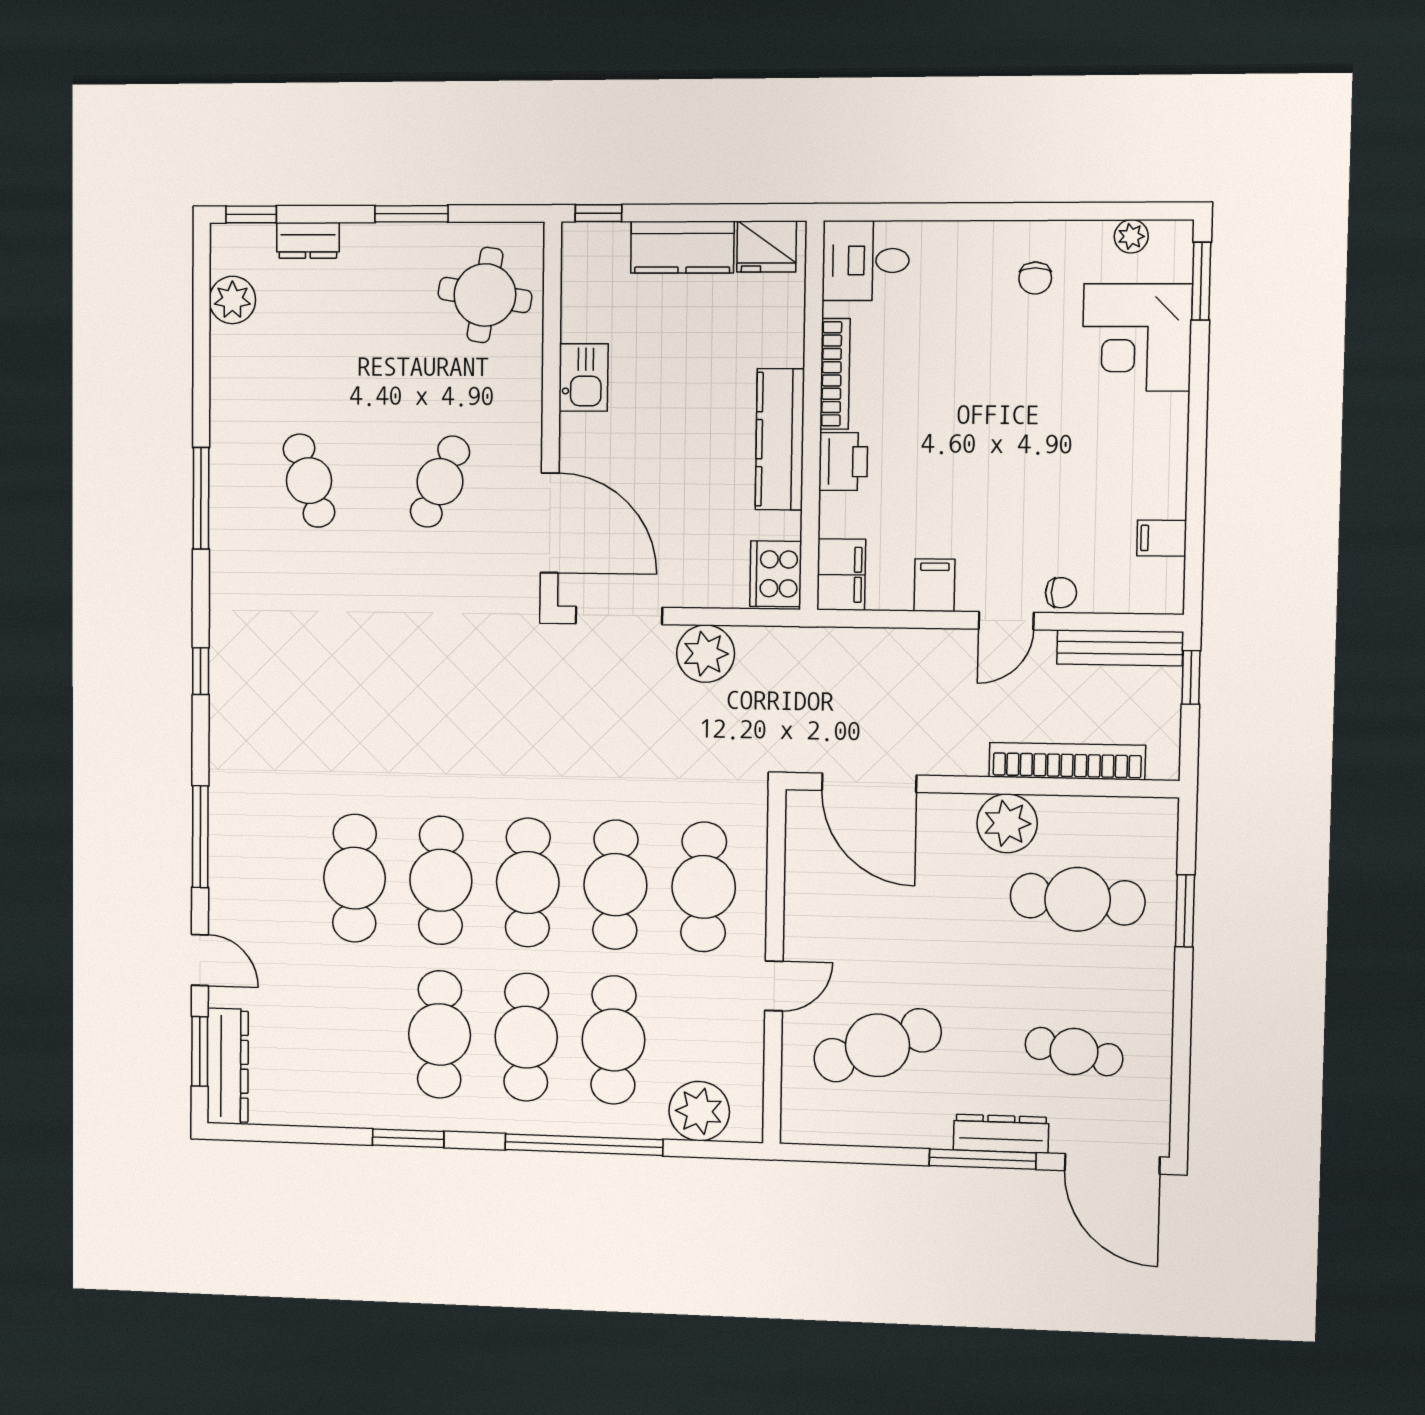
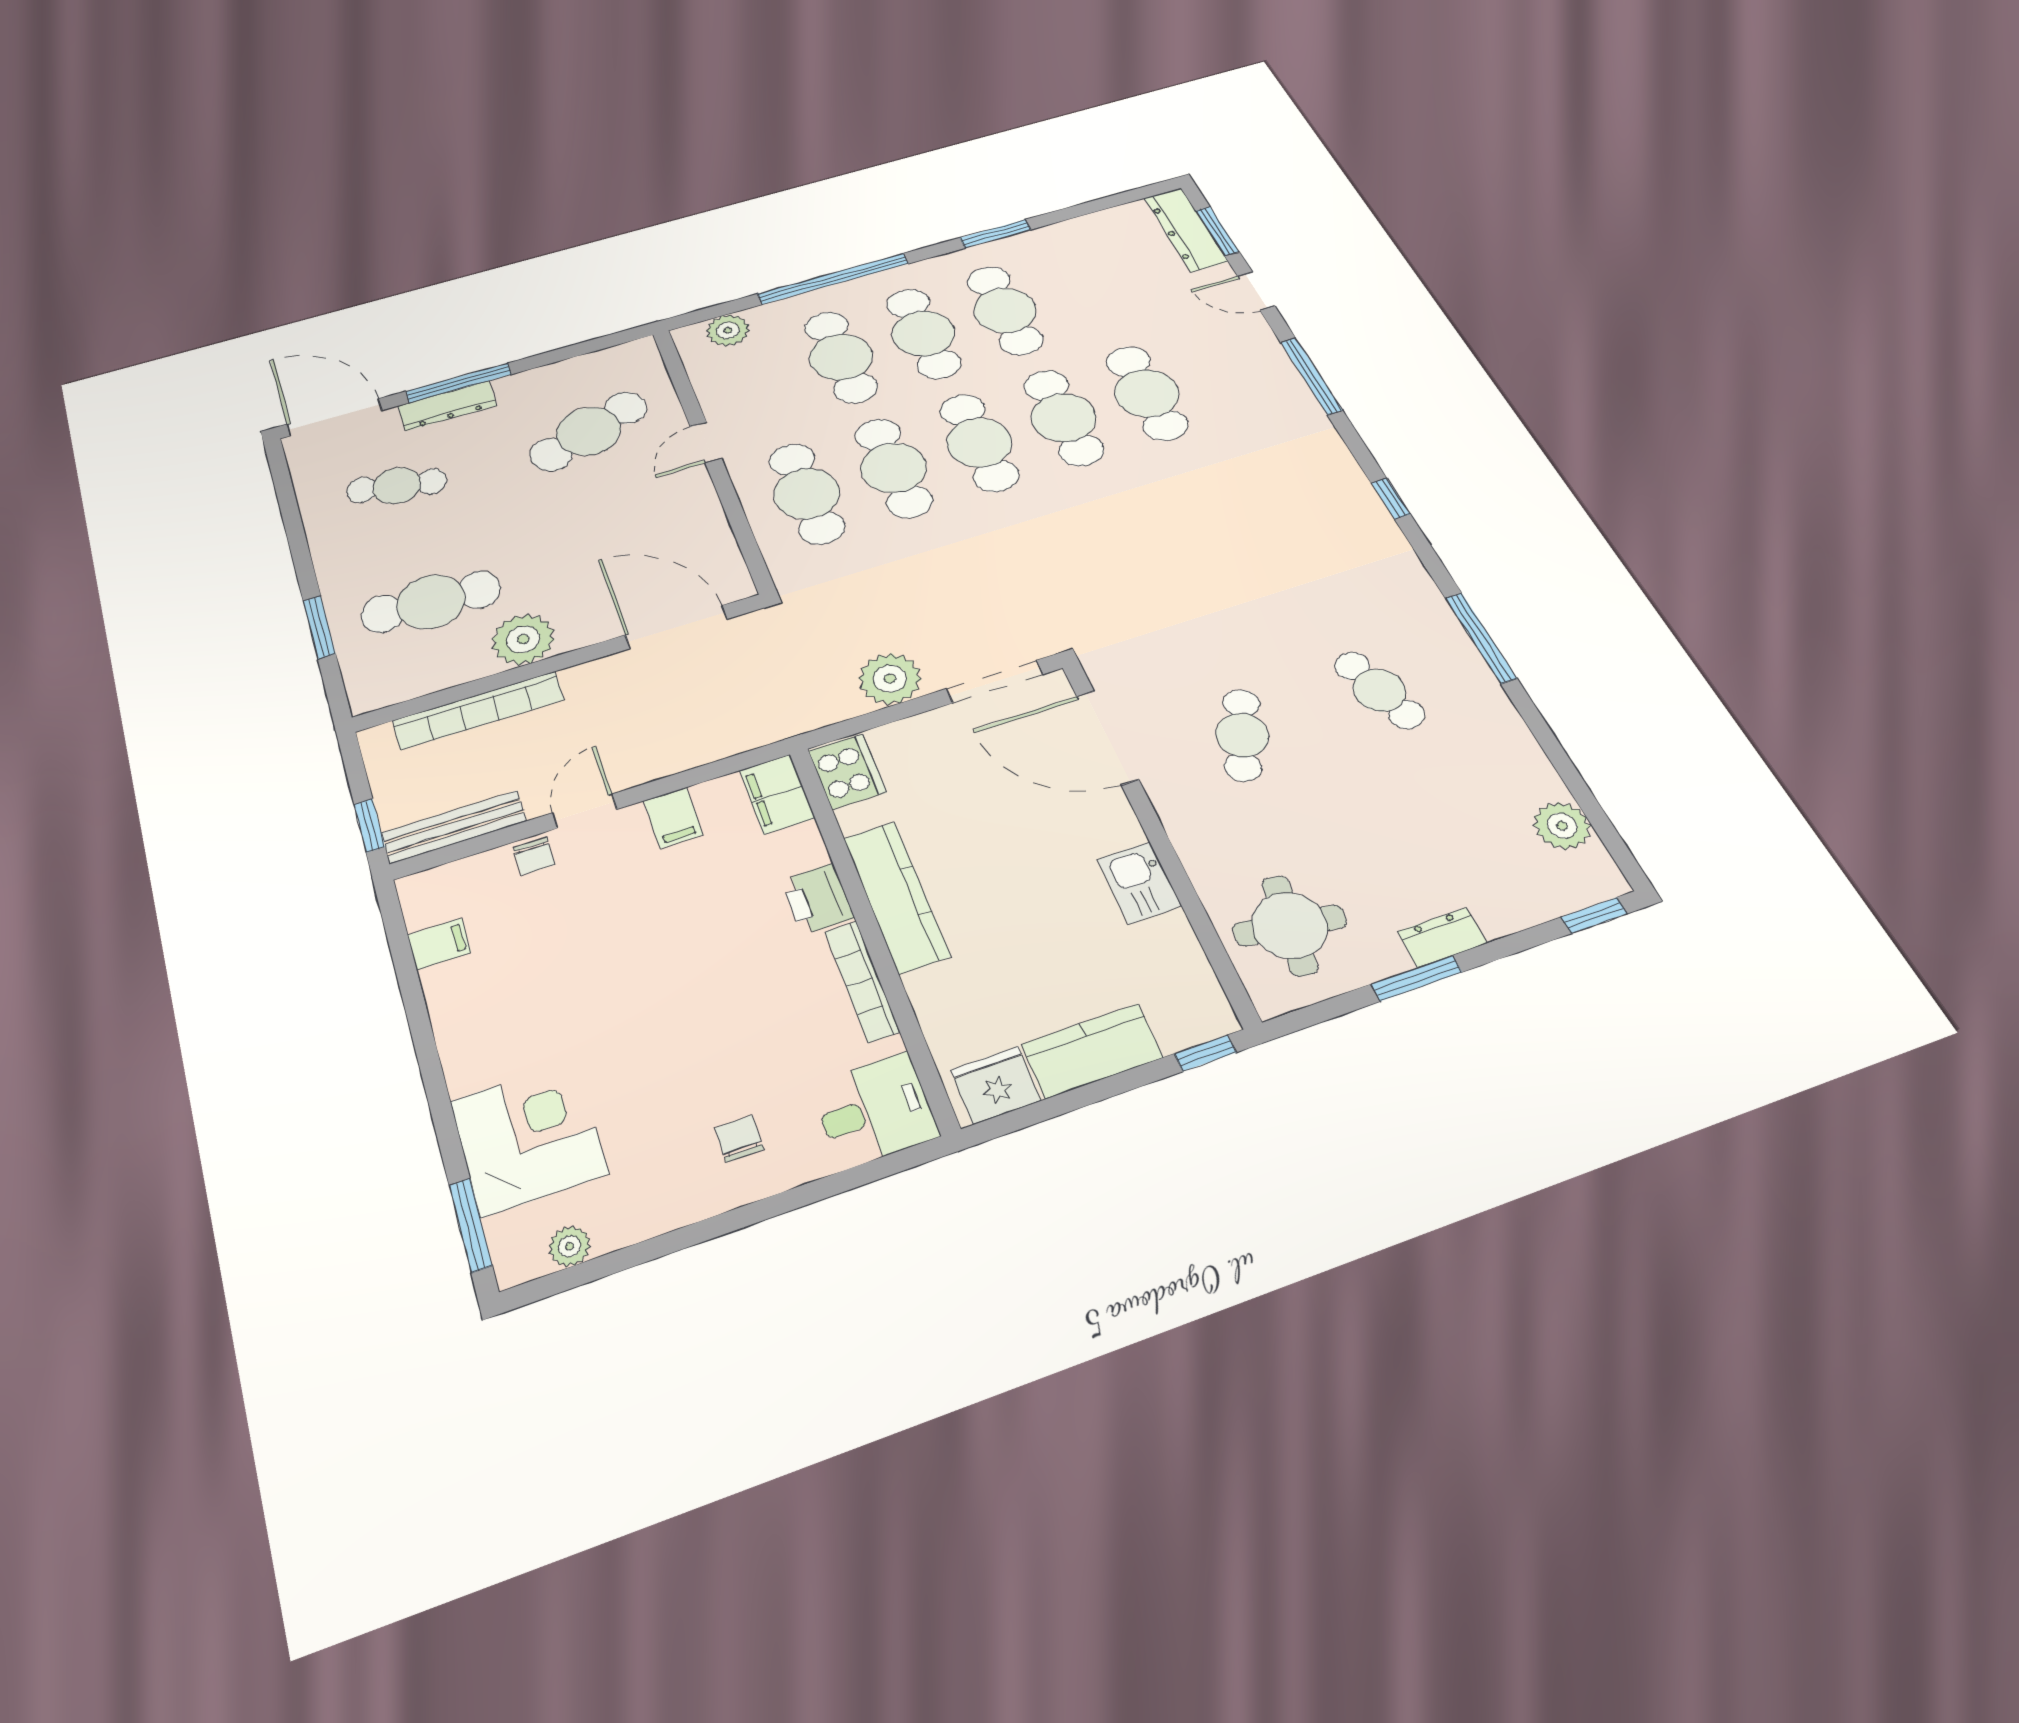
dresser: (308, 240) -> (1442, 937), moved
chair: (1035, 278) -> (739, 1139), moved
chair: (1061, 593) -> (534, 856), turned -90
plant: (699, 1111) -> (728, 330), width x0.73, depth x0.73

